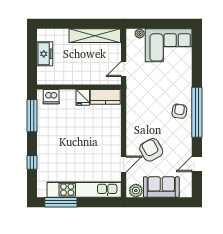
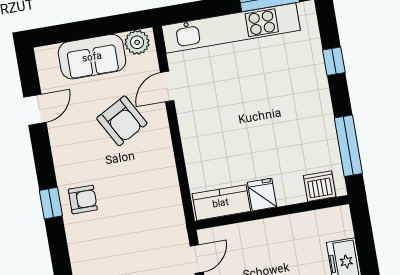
armchair: (179, 111) -> (83, 200), turned -98
window: (197, 112) -> (51, 203), width x0.32

